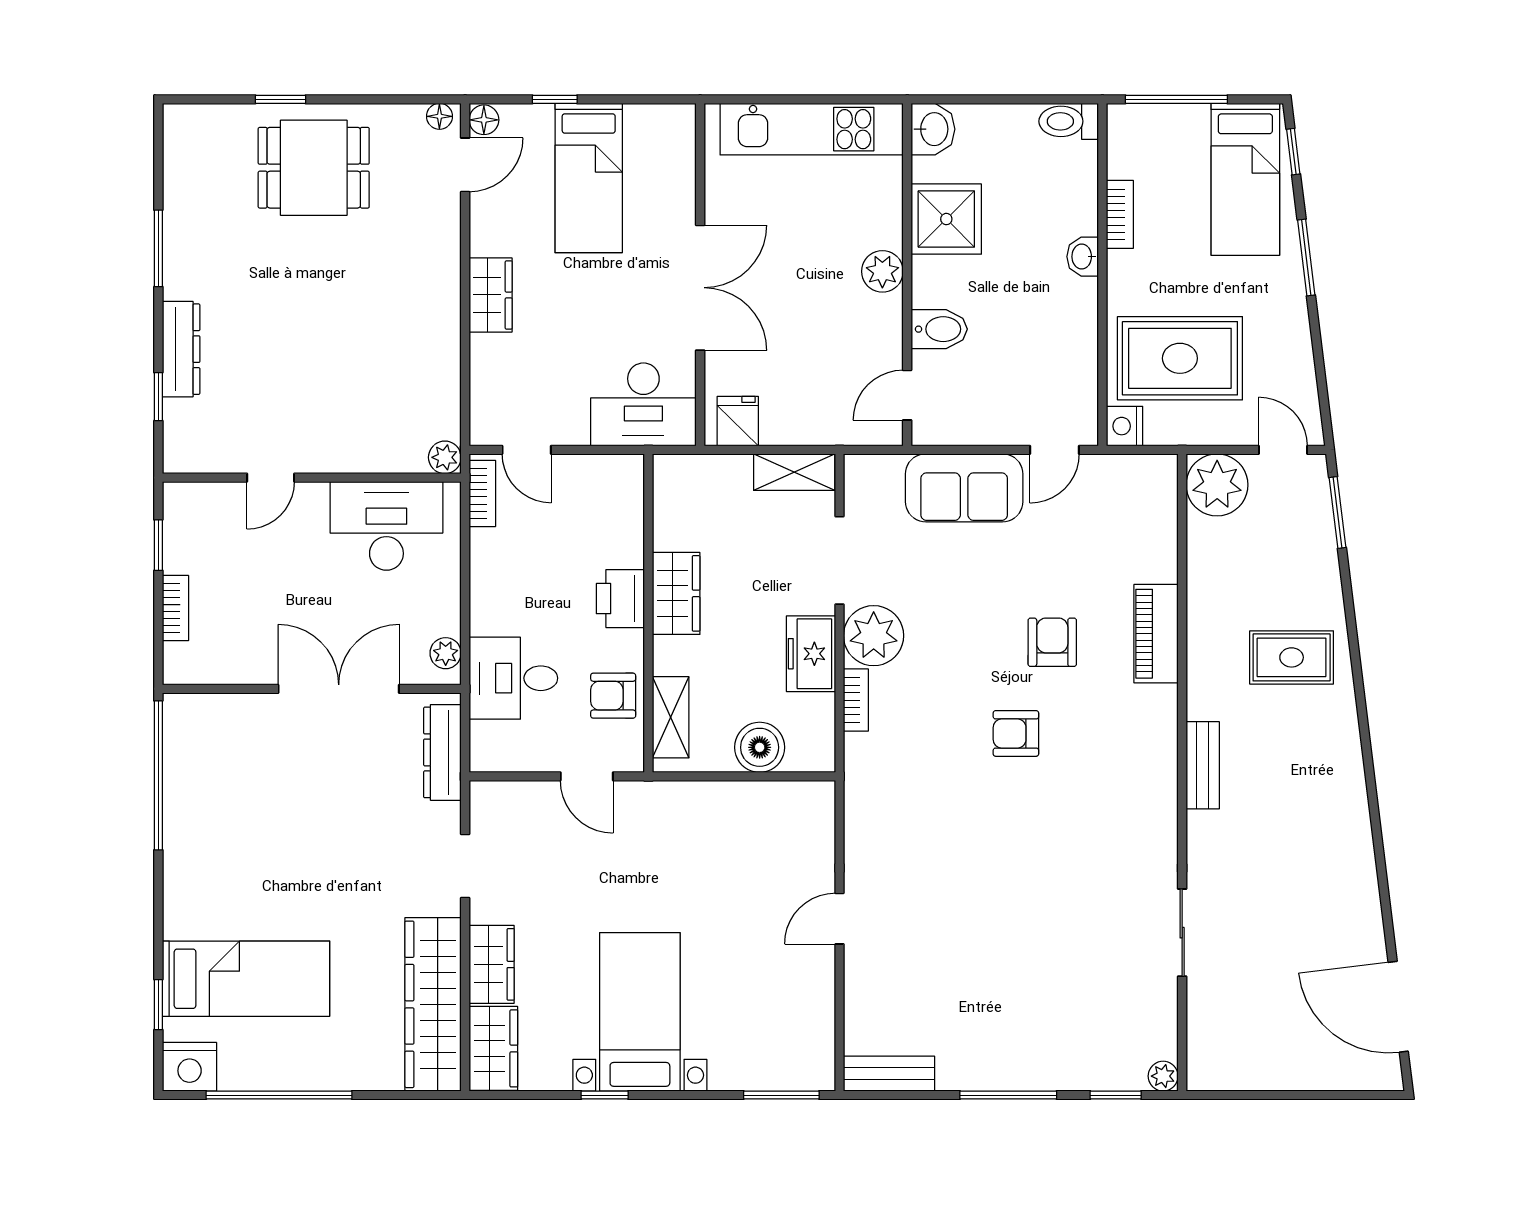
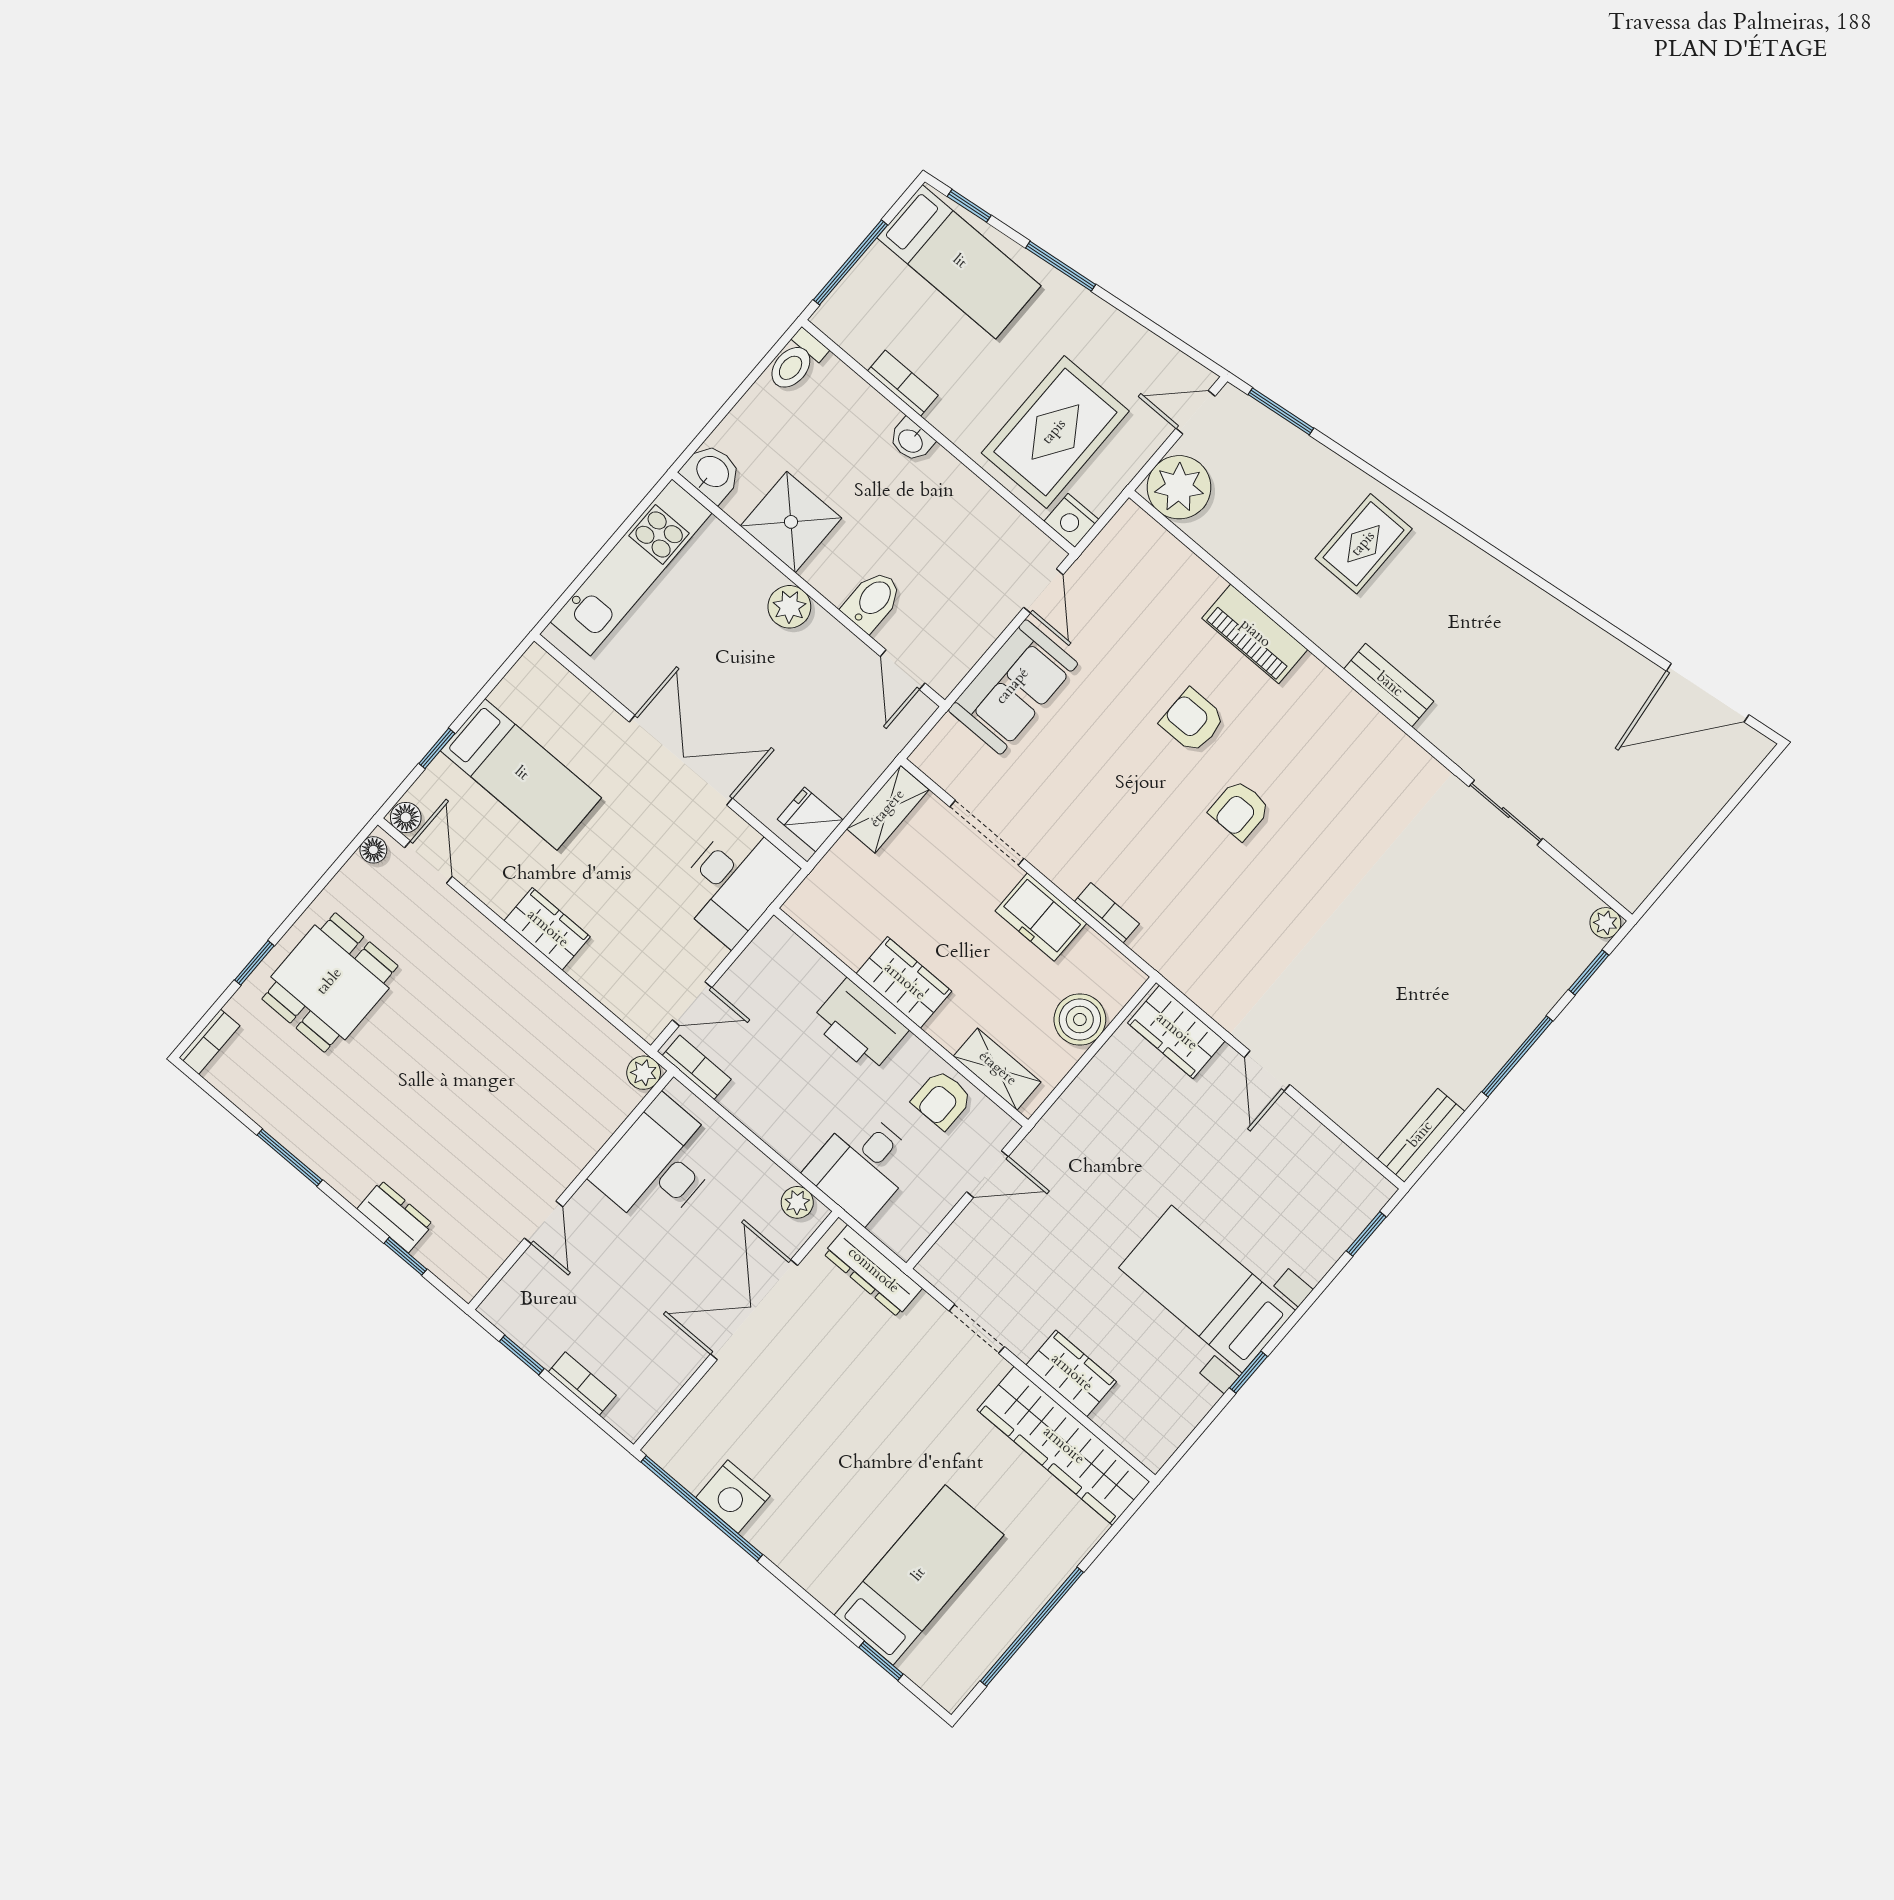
bookcase: (194, 116) -> (209, 1042), added
dresser: (181, 349) -> (395, 1217), width x0.70
printer: (620, 599) -> (859, 1026), width x1.37, depth x1.19
plant: (874, 636) -> (1068, 856), removed
wardrobe: (493, 1048) -> (1176, 1032), moved, turned 180
nightstand: (190, 1067) -> (733, 1497), moved, turned 90
window: (781, 1095) -> (1366, 1234), width x0.67

